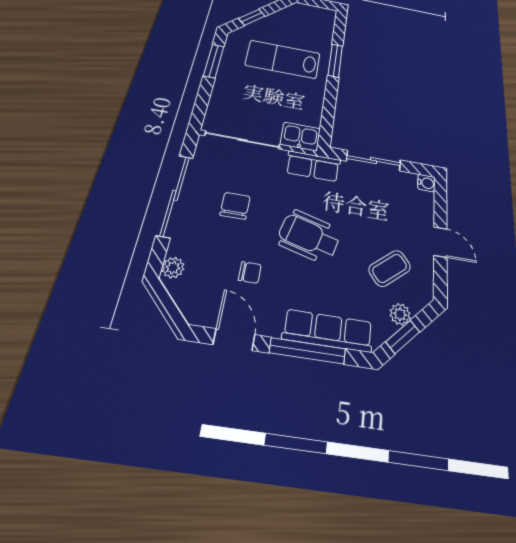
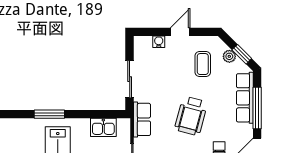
kitchen sink: (300, 137) -> (103, 127), moved, turned -90
water cooler: (426, 183) -> (159, 42), moved
coffee table: (390, 268) -> (203, 64), turned 39

